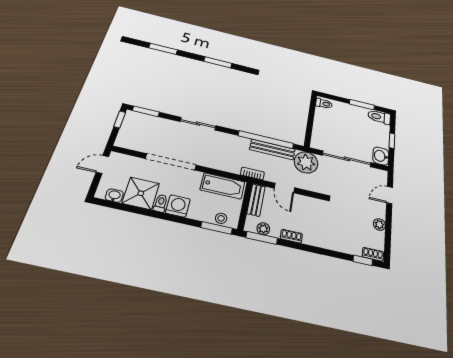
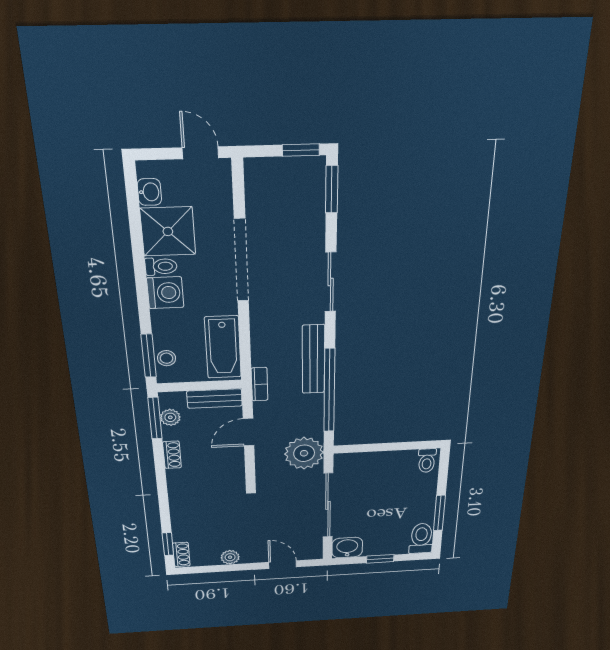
bench: (272, 149) -> (313, 359), moved

